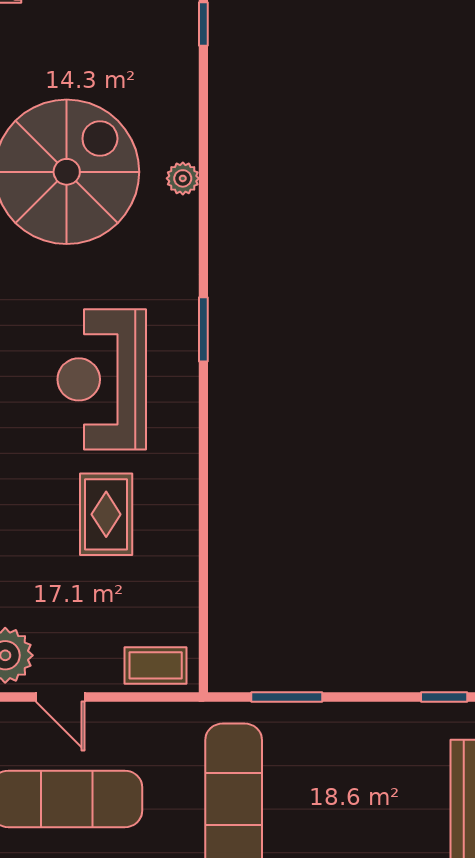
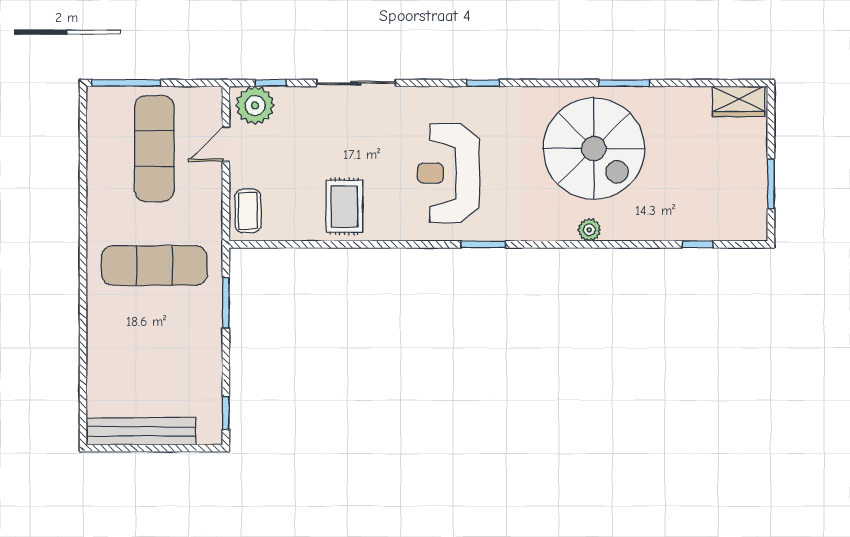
reception desk: (102, 379) -> (448, 173), turned -90
rug: (106, 514) -> (344, 206), moved, turned 90

